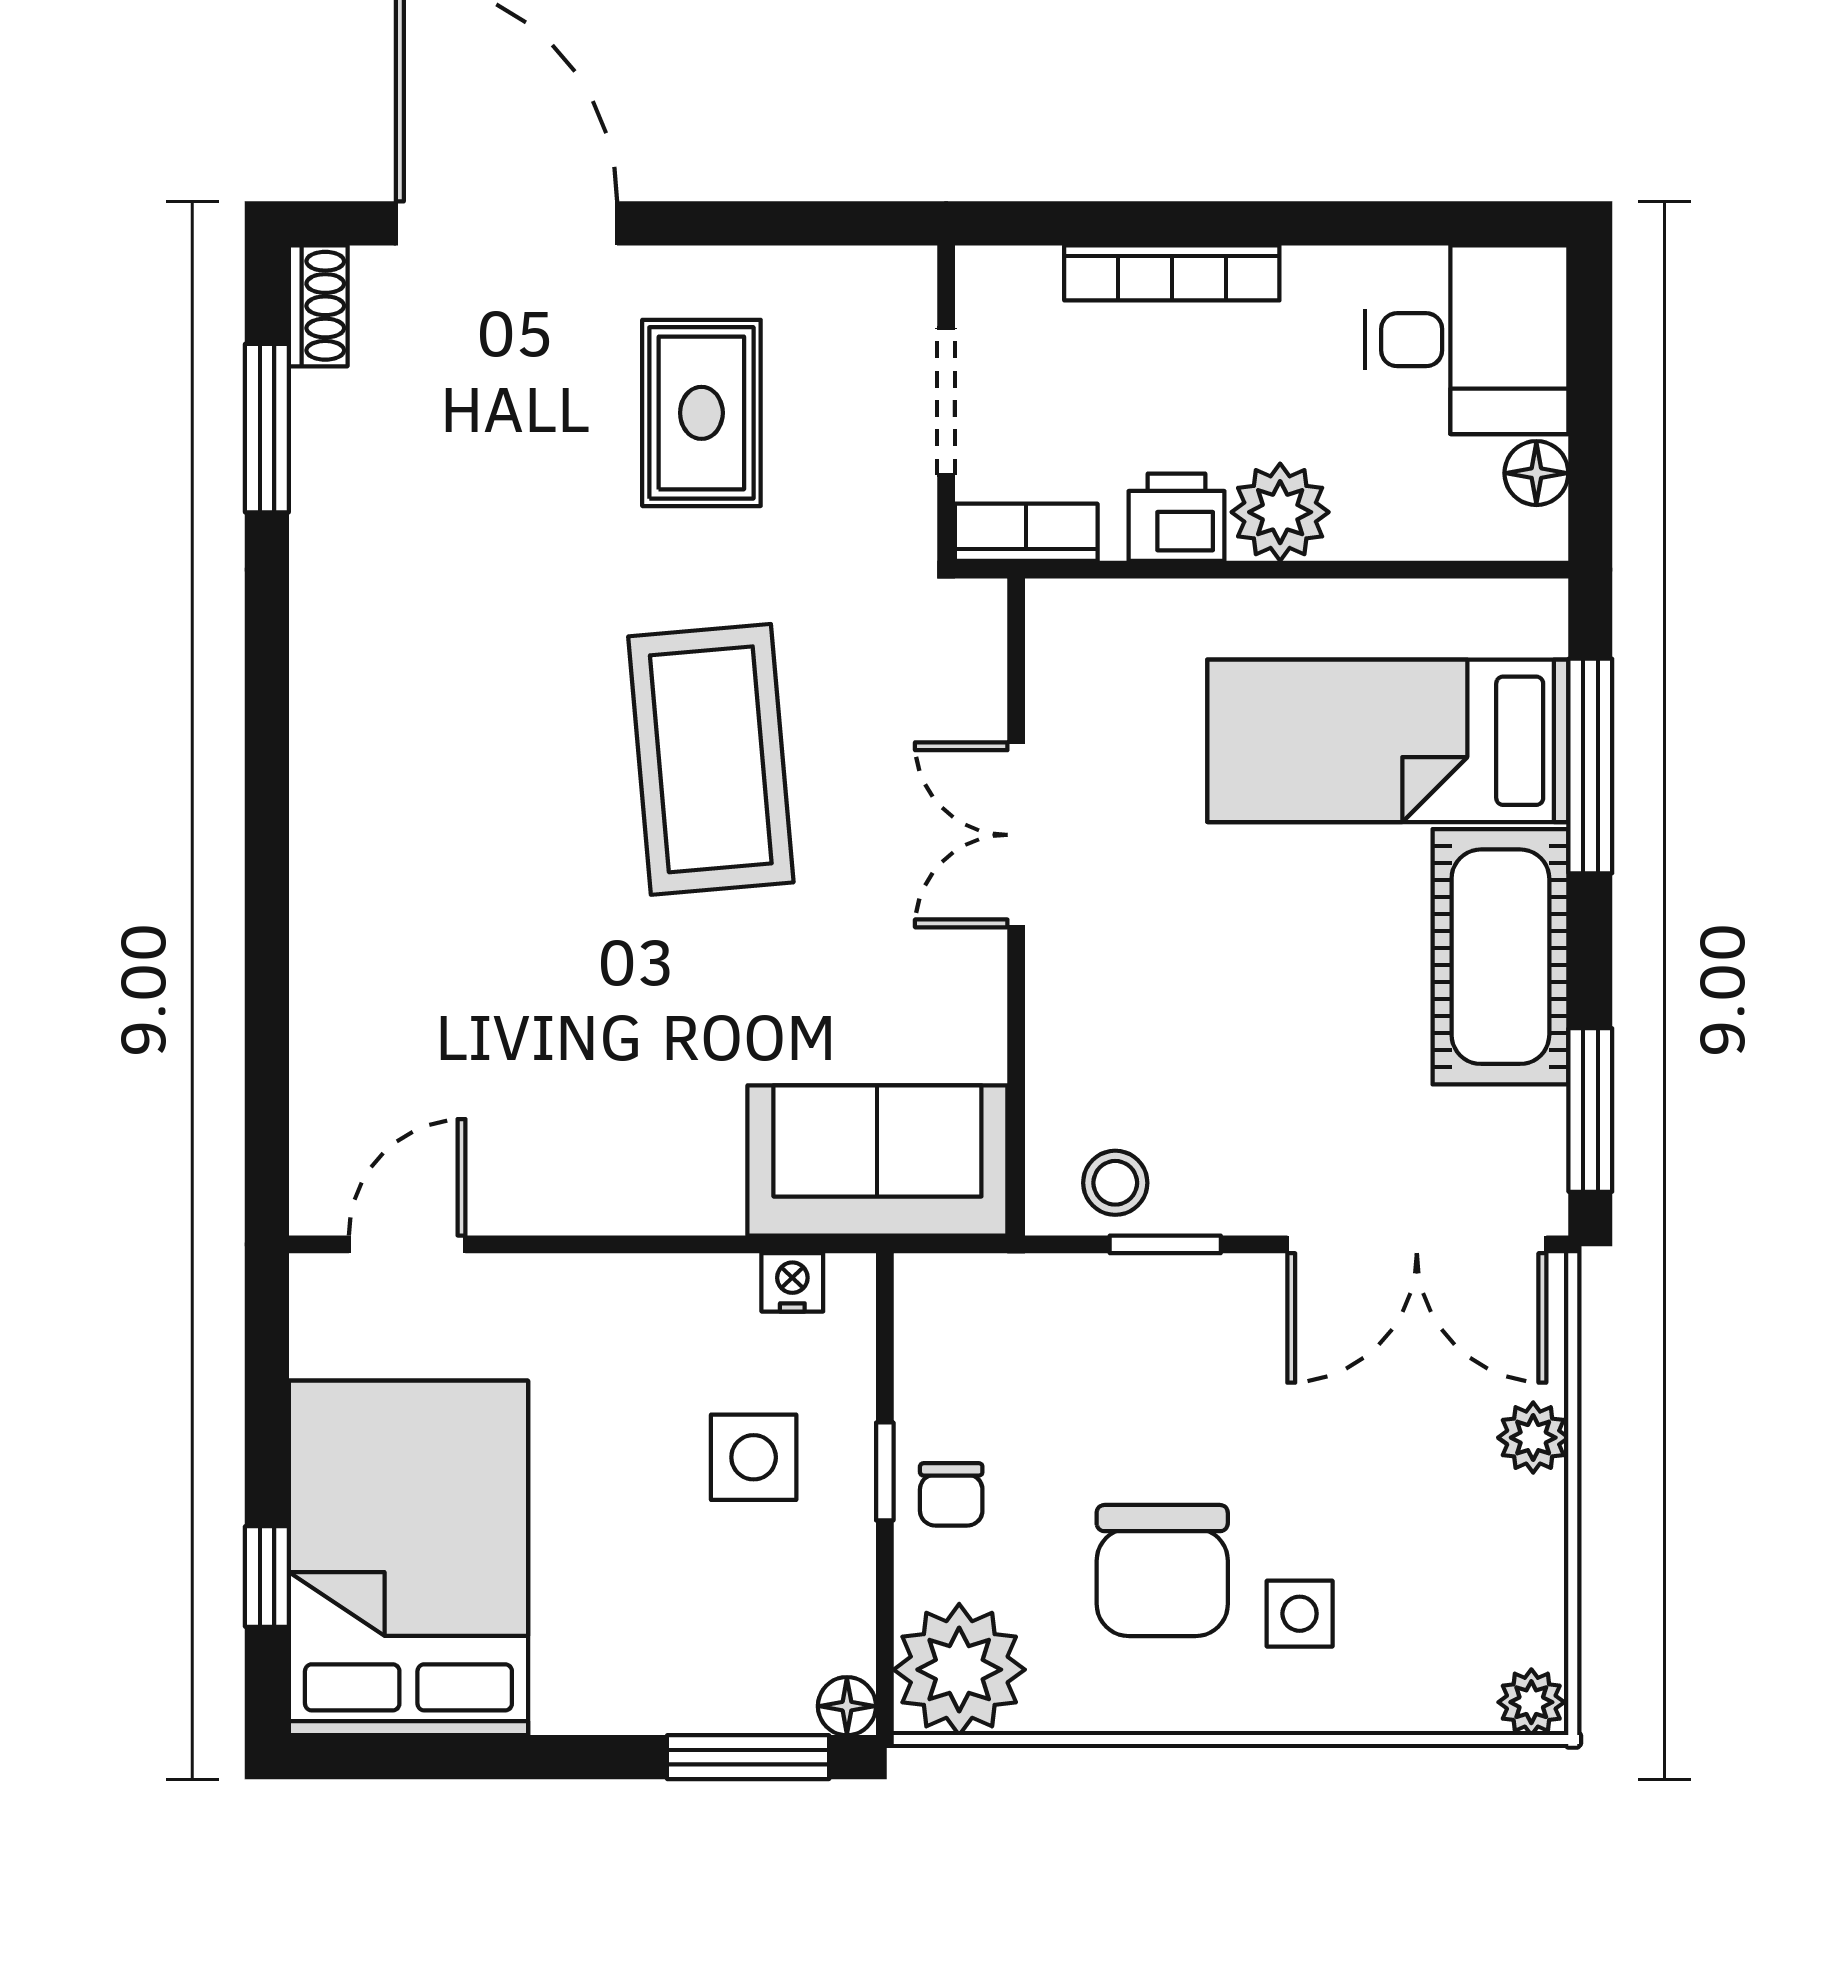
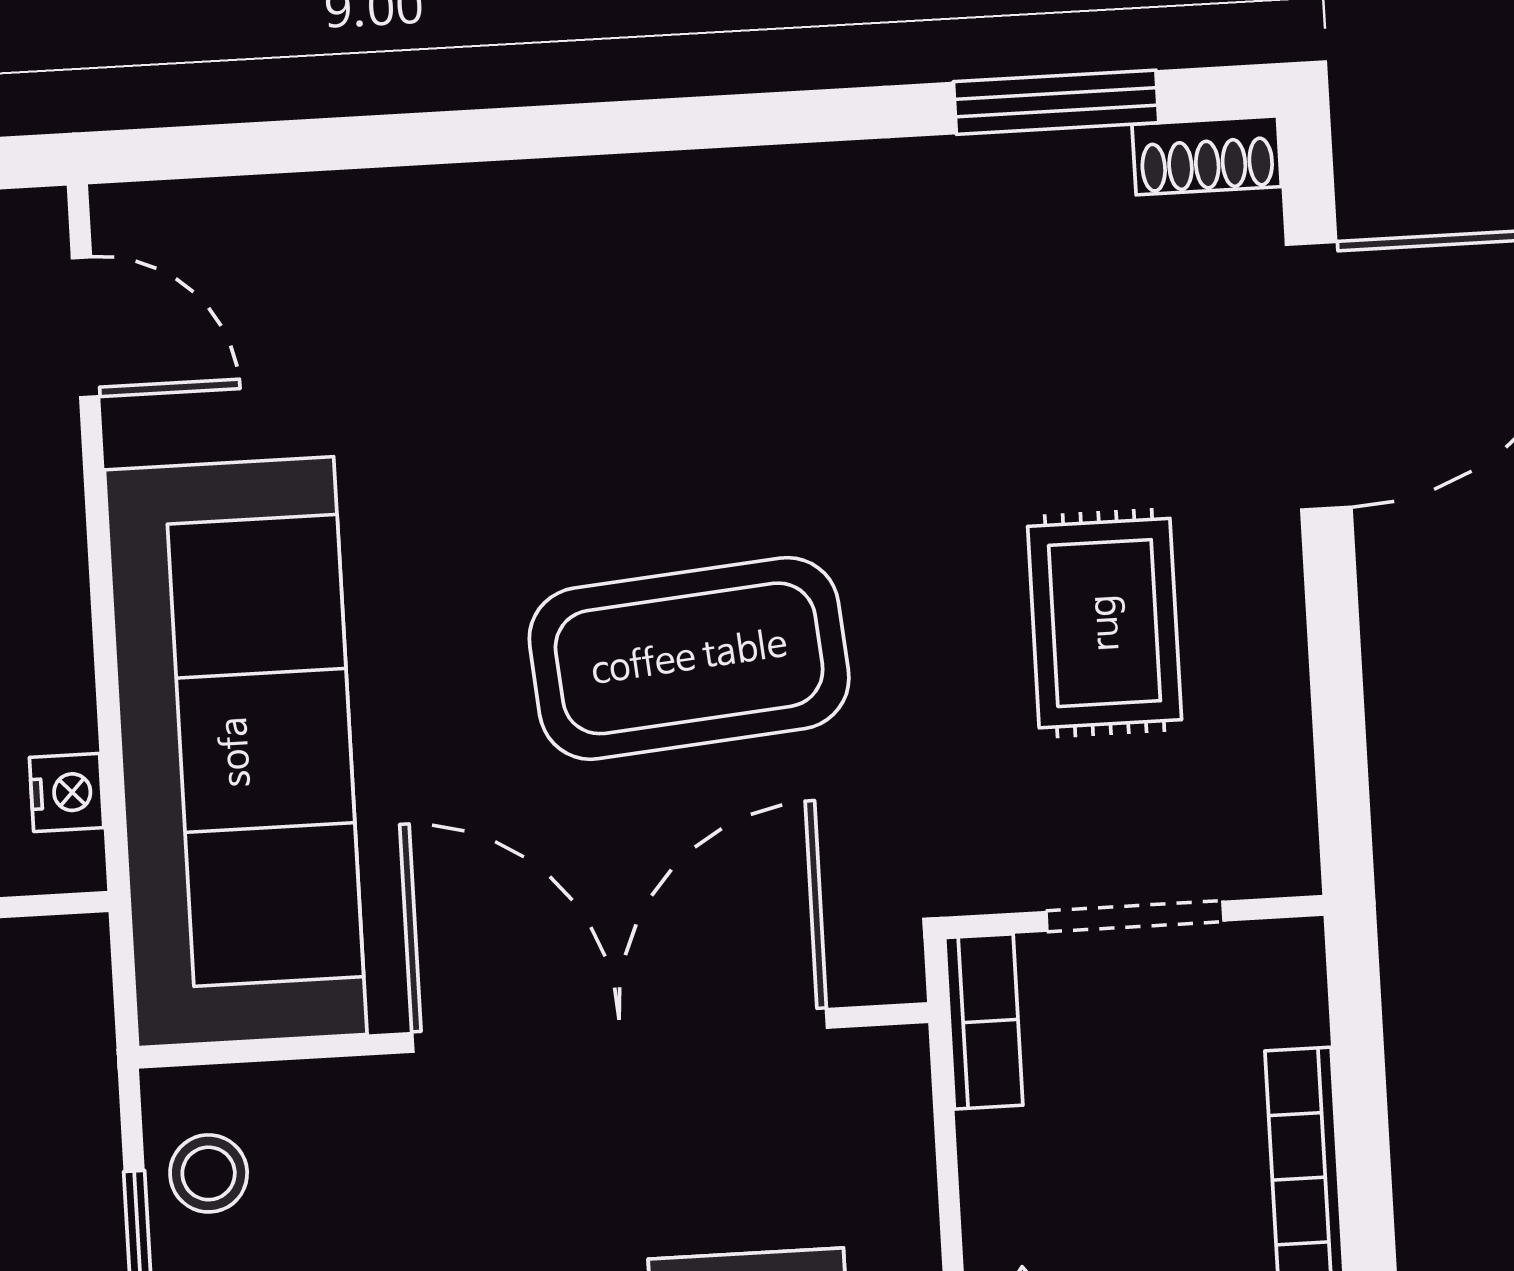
rug: (701, 413) -> (1105, 623), turned 90
printer: (1176, 517) -> (1012, 1201), removed
double door: (1016, 835) -> (620, 1030), width x1.87
sofa: (877, 1160) -> (236, 752), width x1.85, depth x1.27

